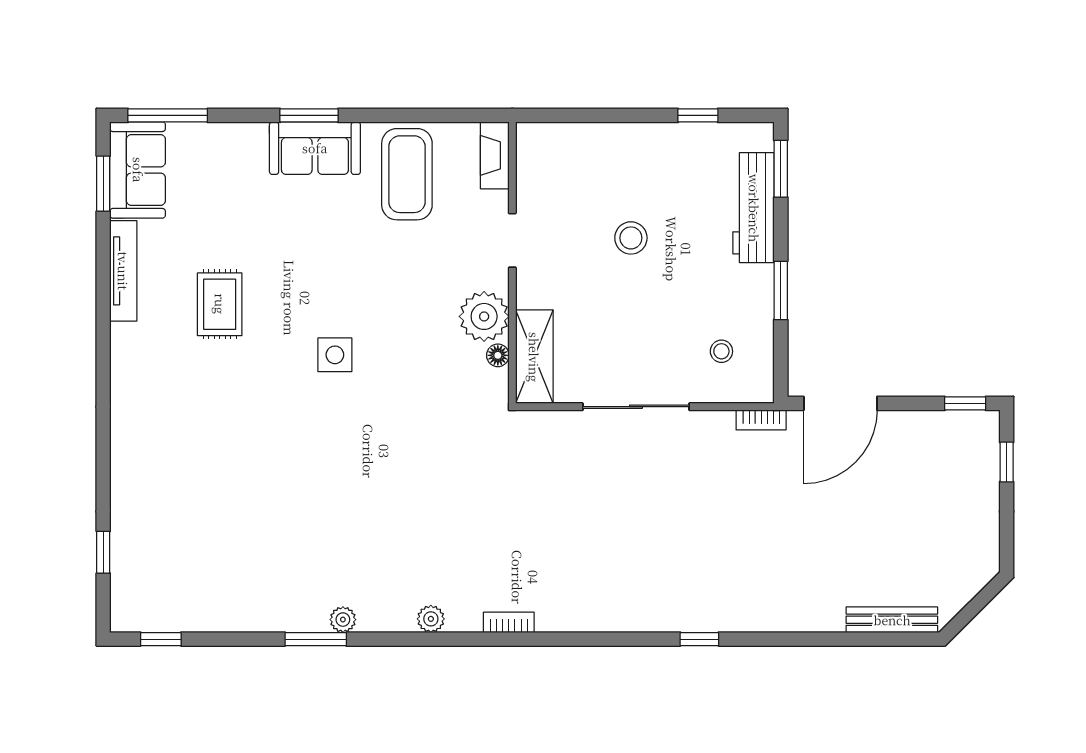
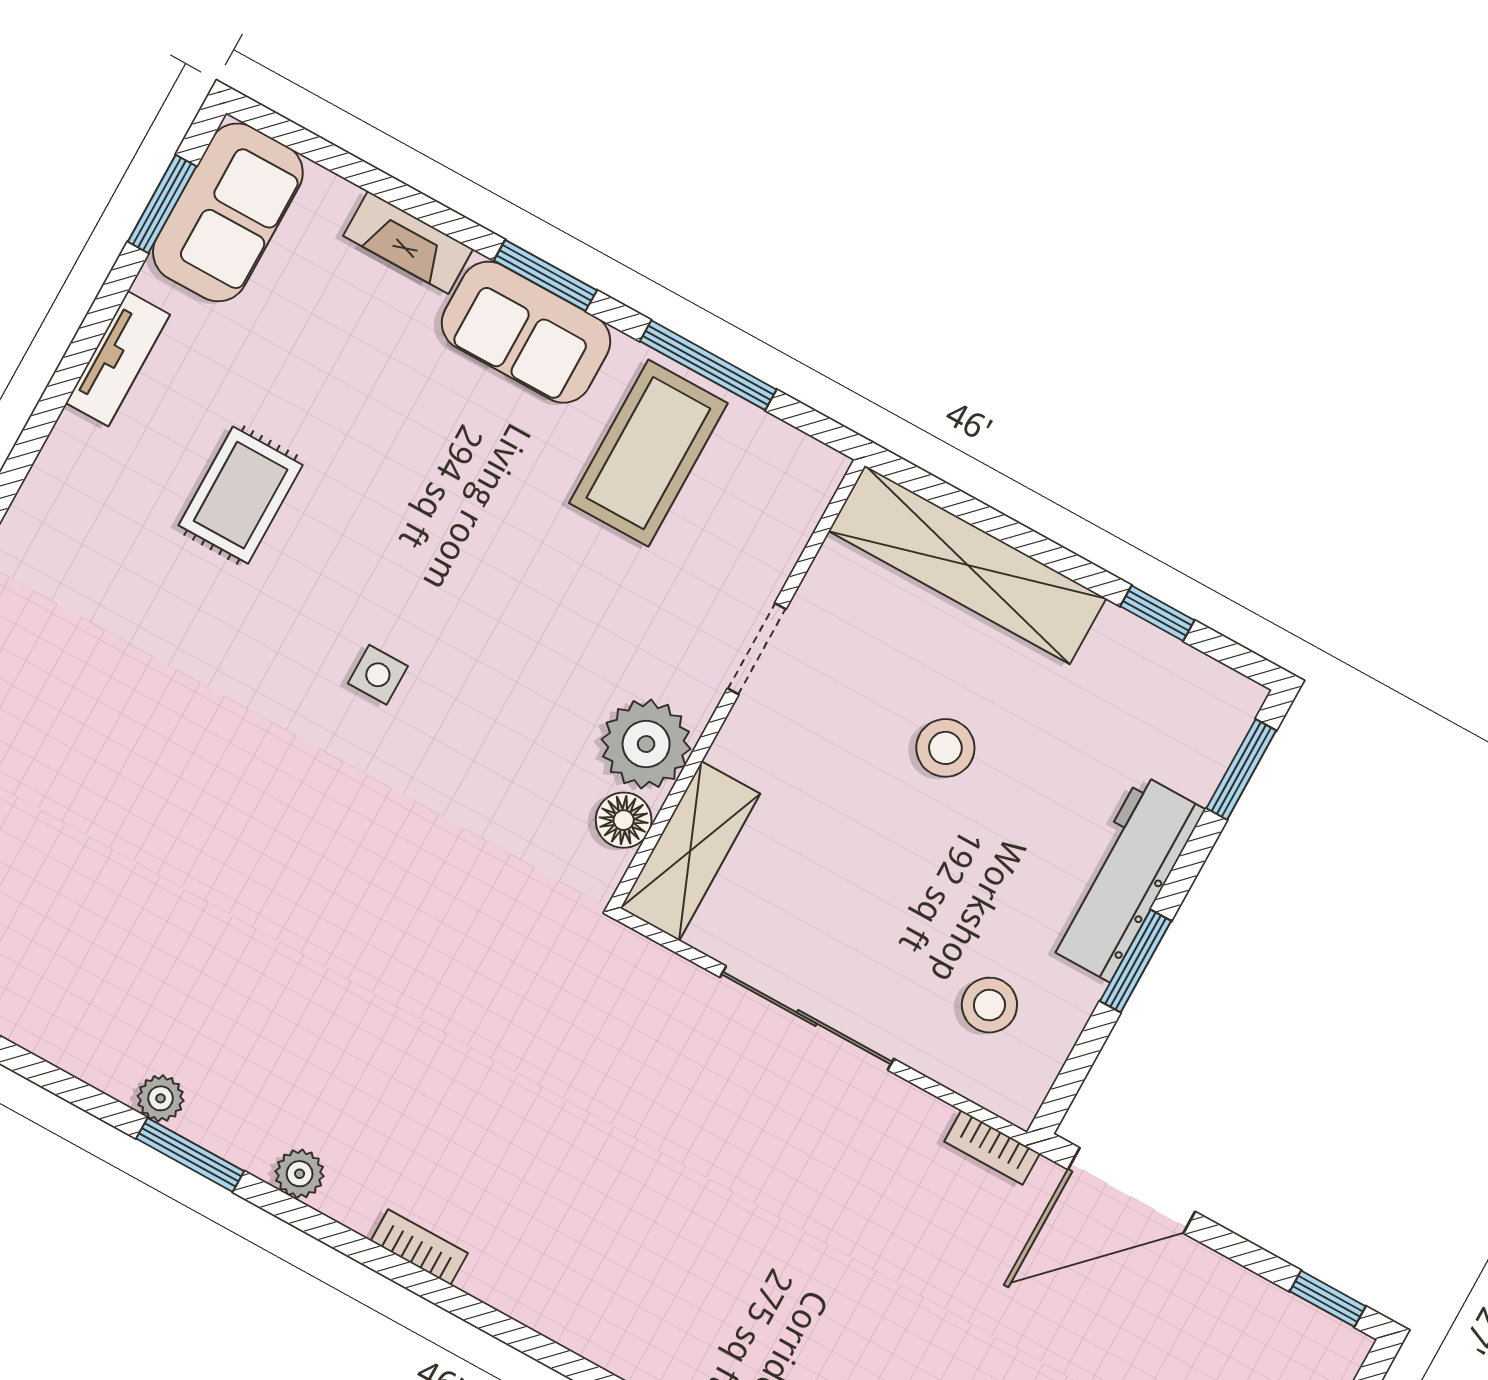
window: (168, 115) -> (708, 365), moved
shelving: (592, 143) -> (967, 565), added
fireplace: (495, 155) -> (408, 242), moved, turned -90
workbench: (754, 208) -> (1125, 878), moved
tv unit: (123, 271) -> (118, 359), width x0.71
stool: (721, 351) -> (989, 1005), width x1.37, depth x1.37
side table: (335, 355) -> (378, 675), width x0.73, depth x0.73
floor lamp: (498, 355) -> (624, 820), width x1.37, depth x1.37
window: (316, 639) -> (190, 1155), moved

